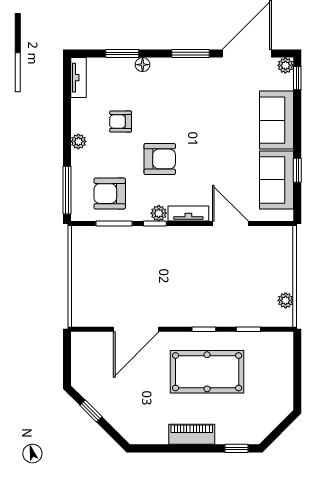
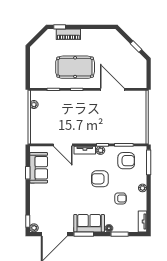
sofa: (277, 120) -> (89, 223), moved, turned -90
door: (136, 329) -> (112, 89), hinge flipped
piano: (192, 434) -> (68, 34), moved

